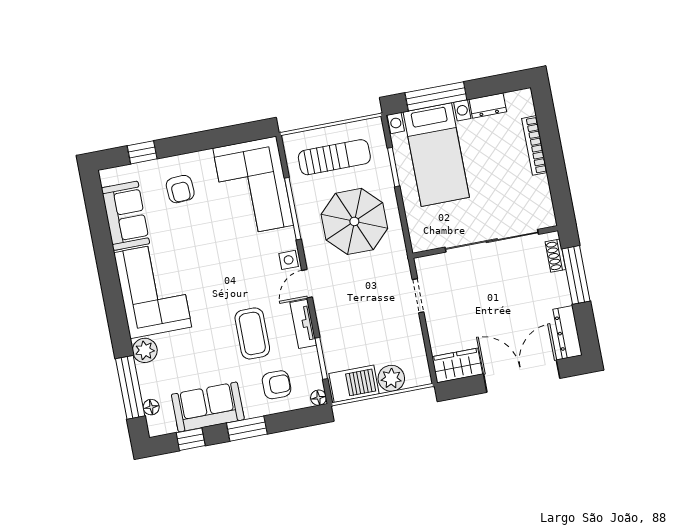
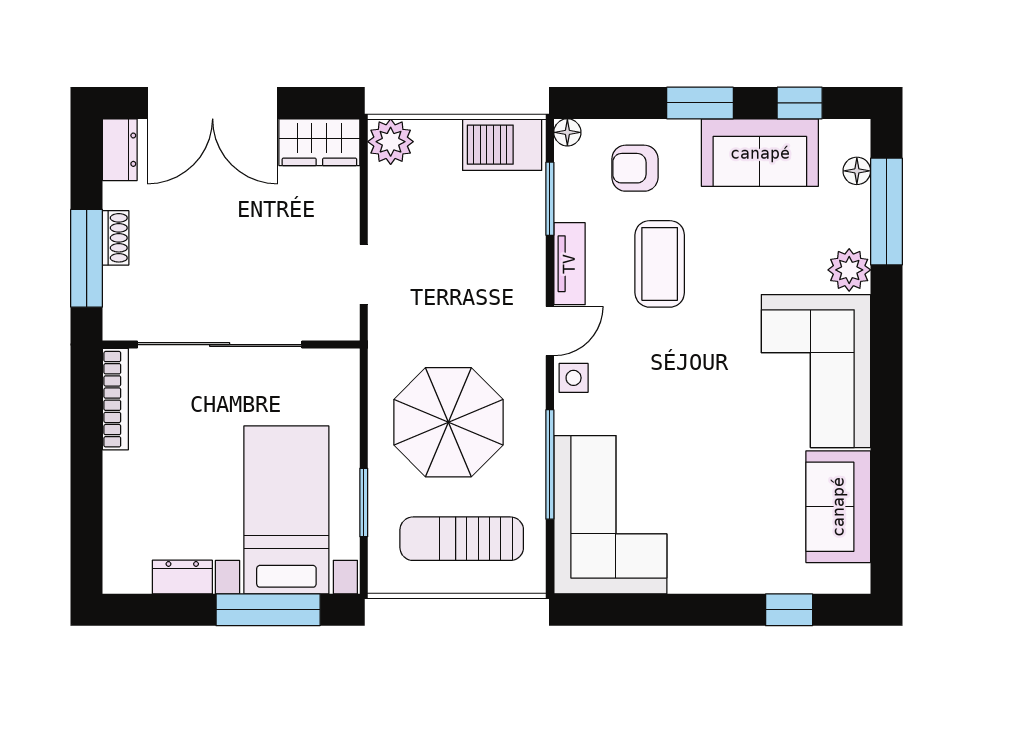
bookcase: (534, 145) -> (115, 399), moved
armchair: (180, 189) -> (736, 535), removed
shoe rack: (555, 256) -> (116, 238), moved
dresser: (568, 332) -> (120, 150), width x0.70
plant: (391, 378) -> (391, 142), moved

